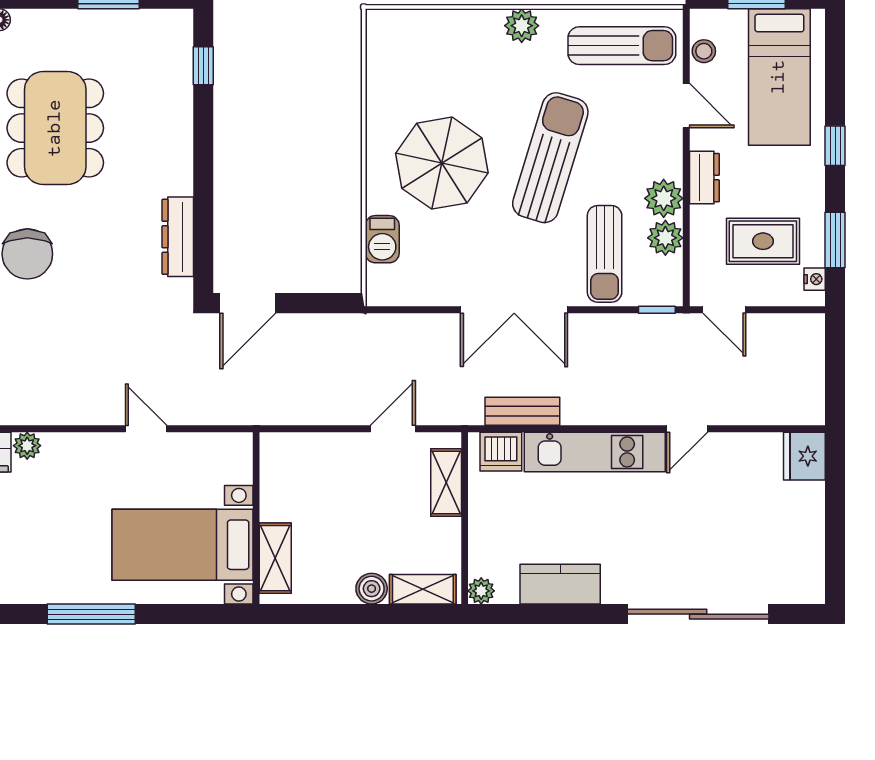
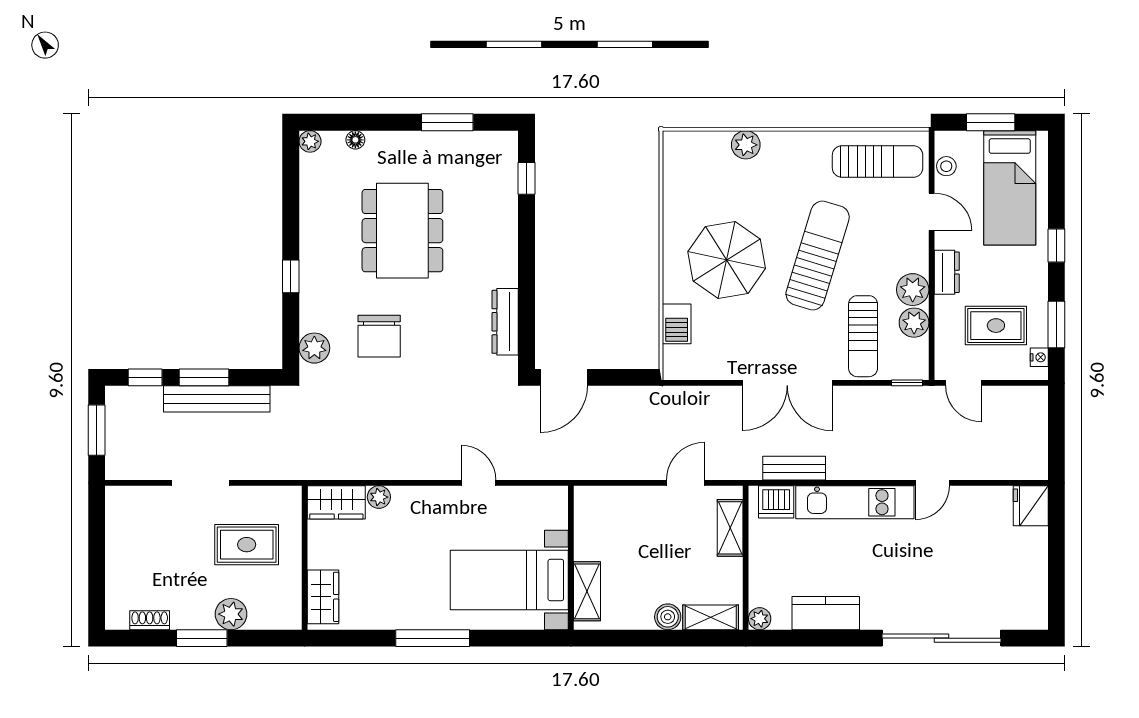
plant: (522, 26) -> (746, 145), moved

